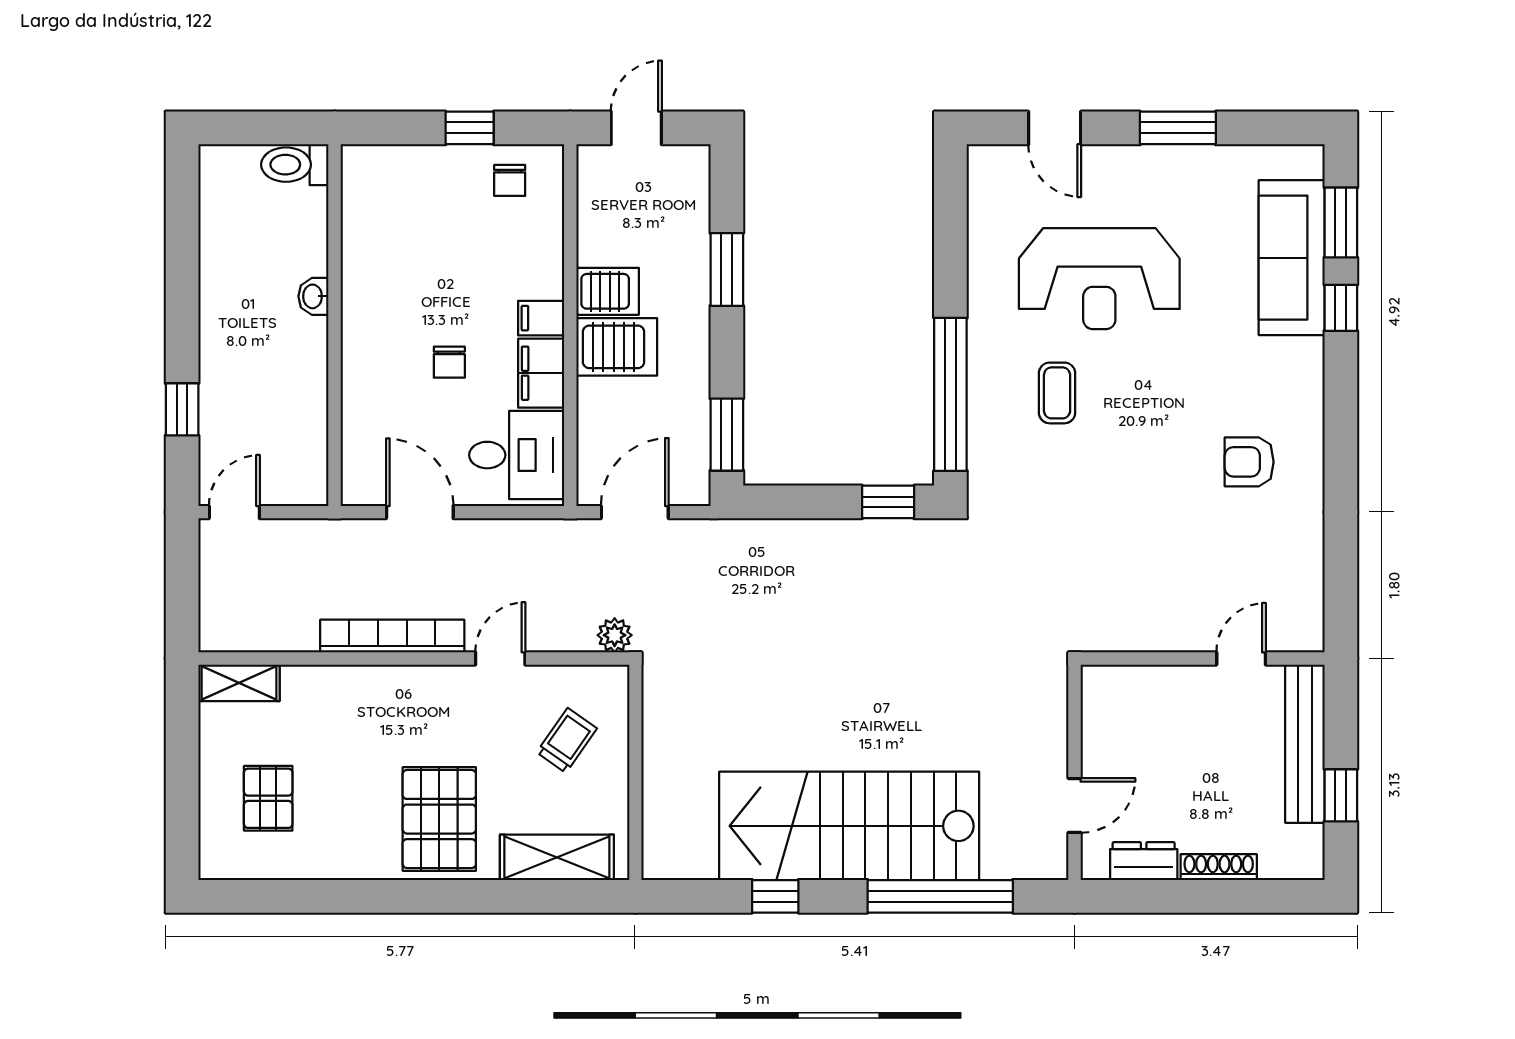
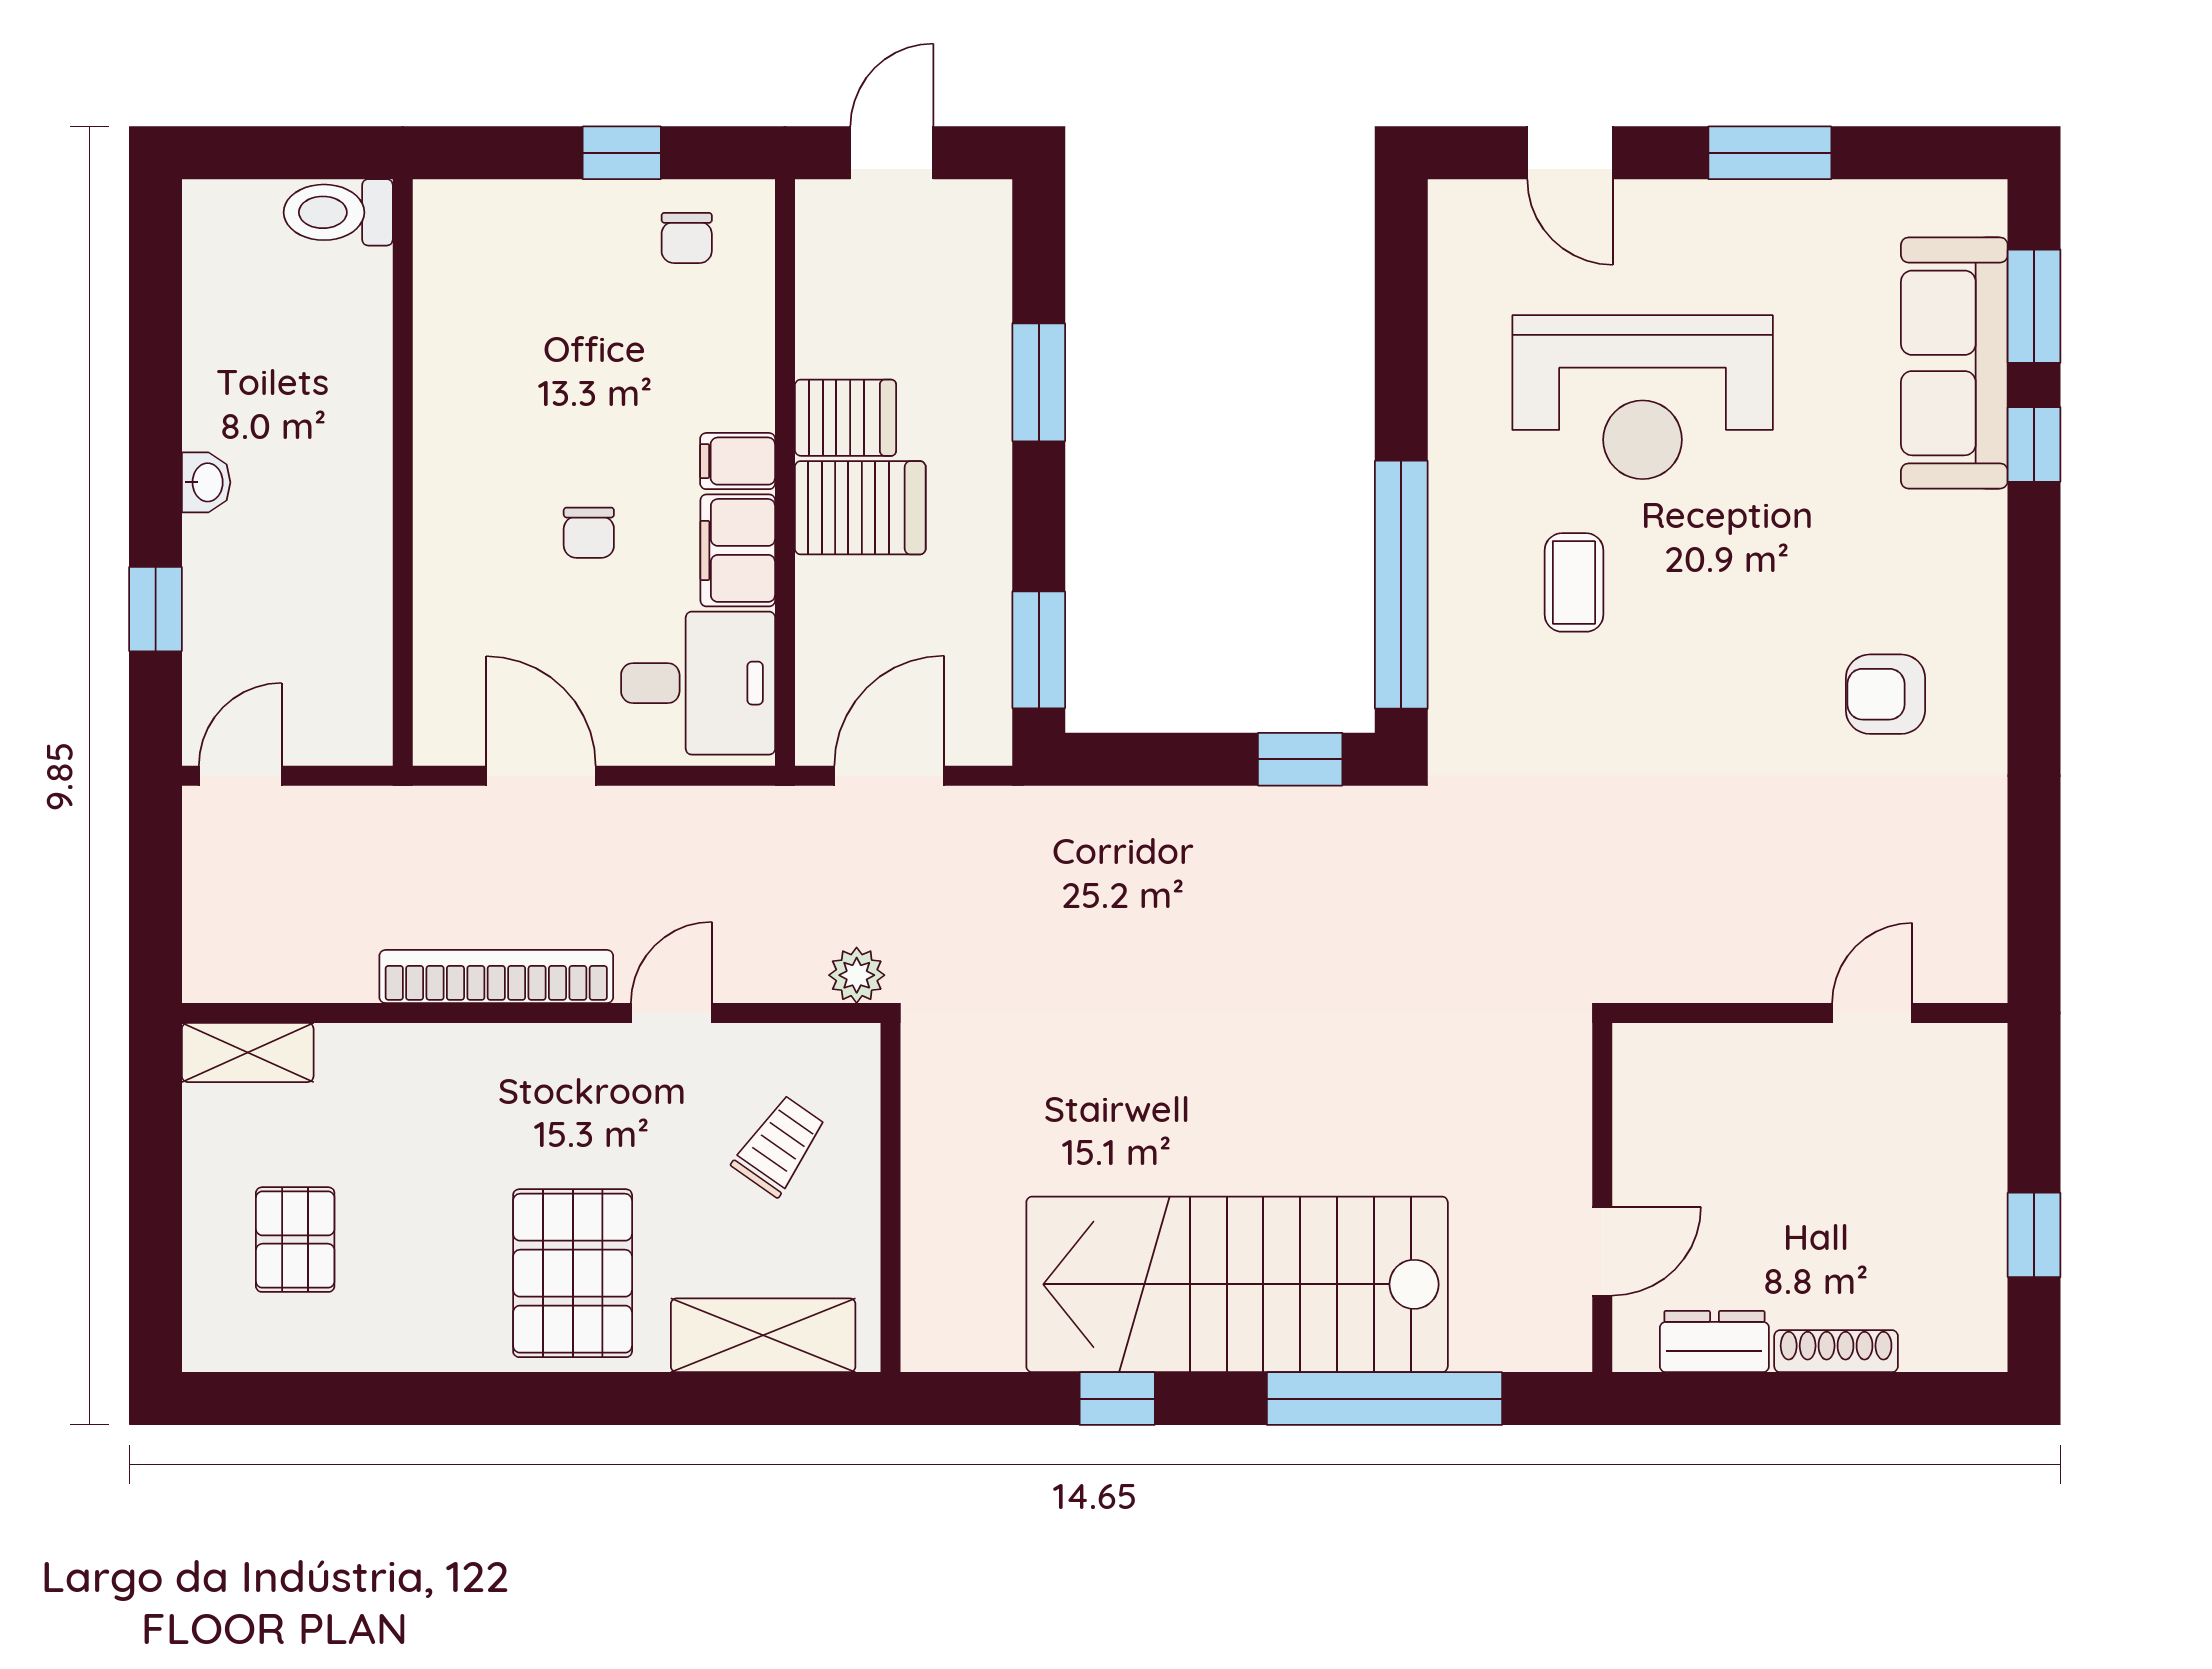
washbasin: (313, 296) -> (206, 482), moved, turned 180
bench: (1305, 744) -> (1976, 1151), removed

